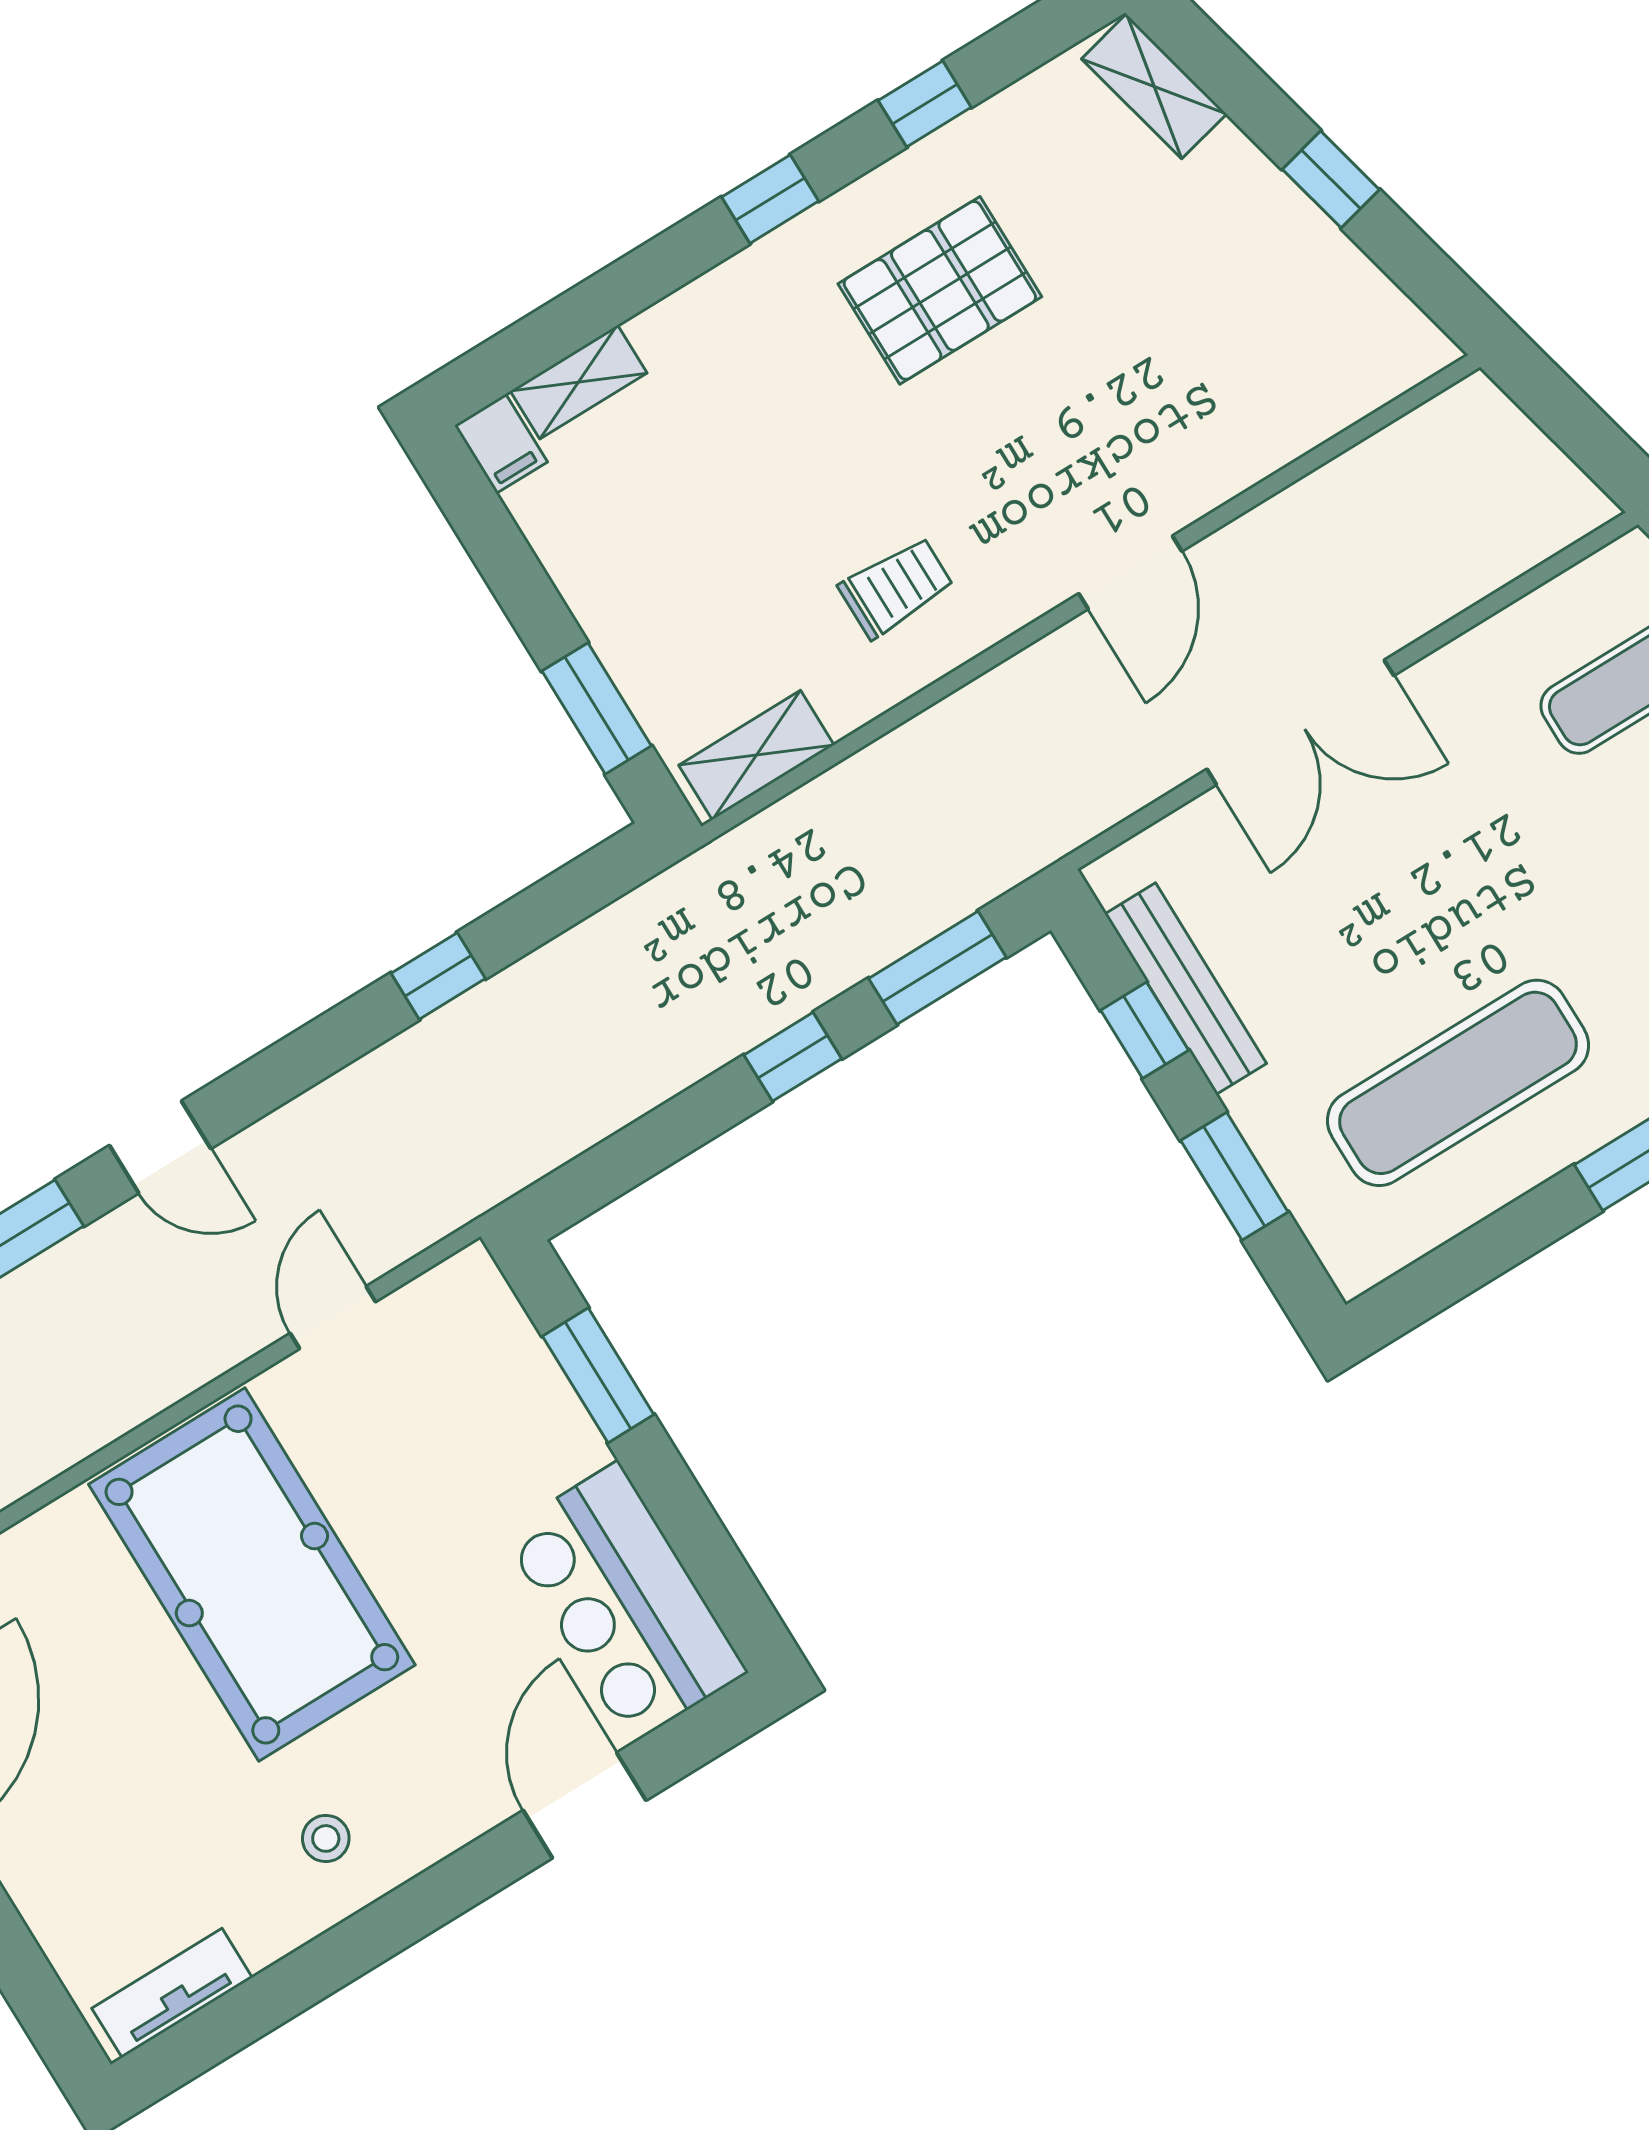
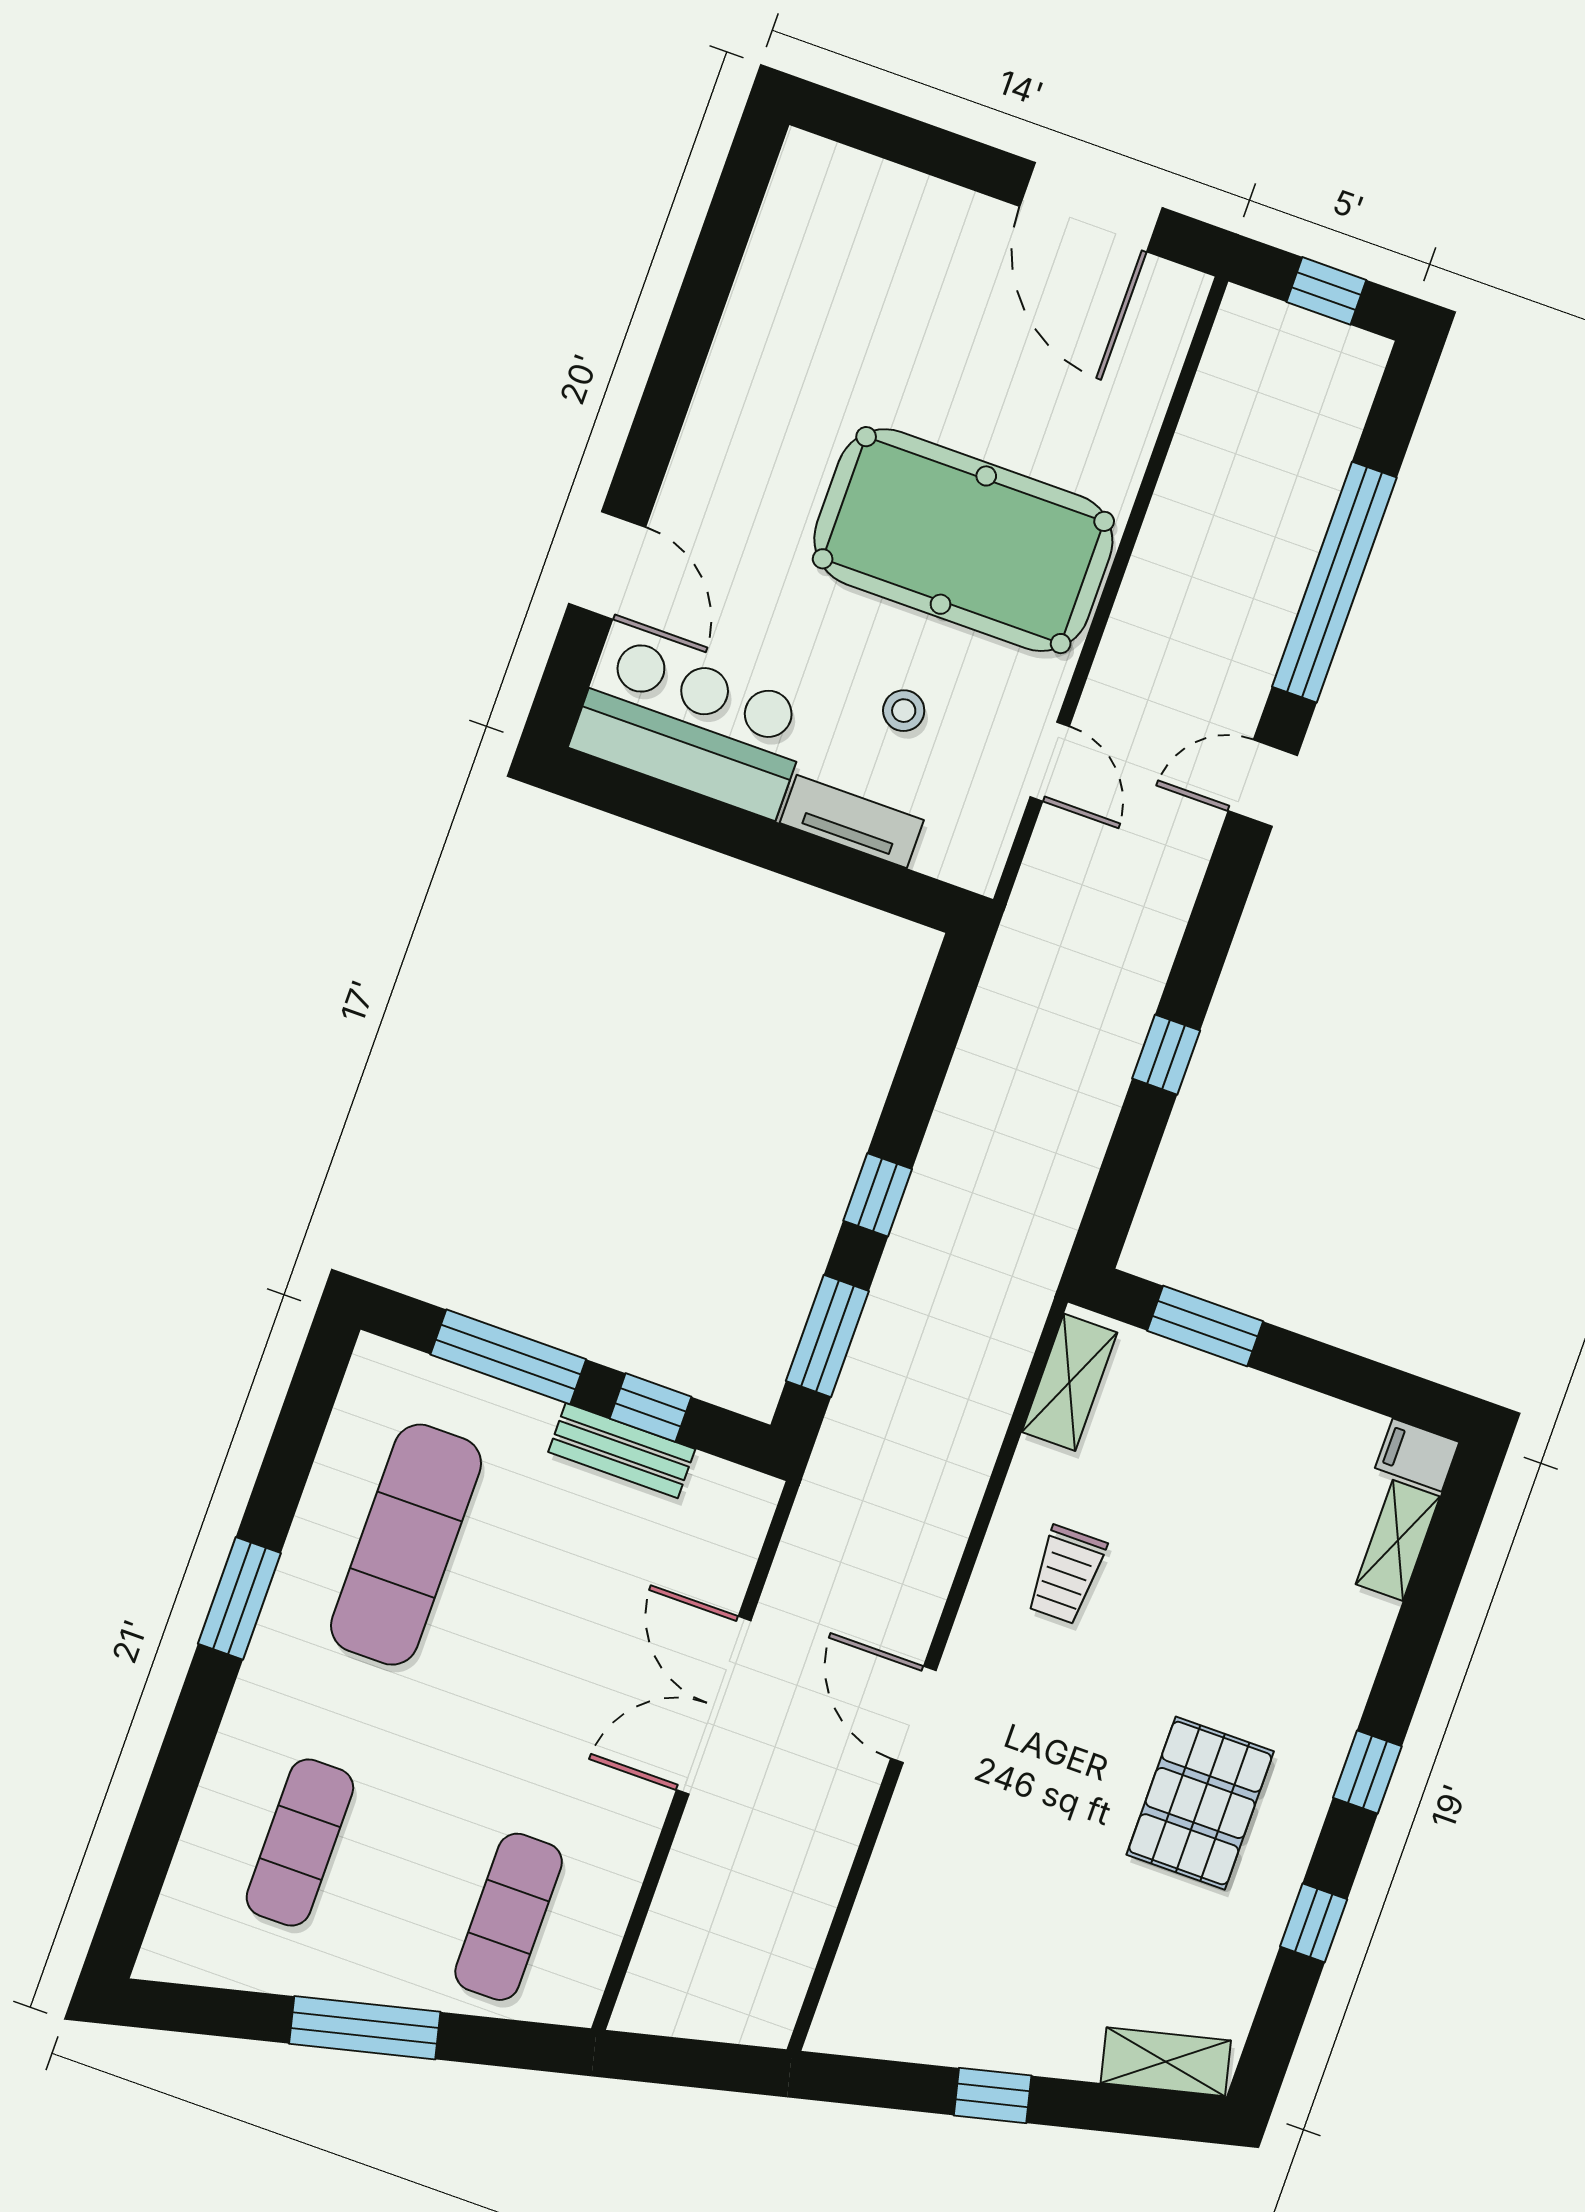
bench: (1186, 989) -> (622, 1450), width x0.73
window: (1234, 1176) -> (508, 1357), width x1.44
window: (598, 1375) -> (835, 868), removed
stool: (326, 1838) -> (904, 711), moved
tv unit: (172, 1993) -> (852, 821), moved, turned -90

